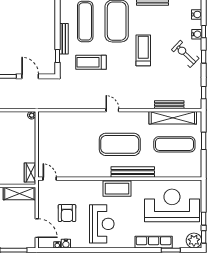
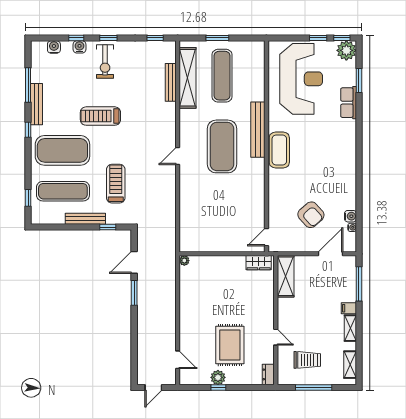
exercise bike: (185, 54) -> (105, 62), turned -44
treadmill: (91, 62) -> (116, 184), turned 180
reception desk: (172, 205) -> (301, 79), turned 180
armchair: (67, 213) -> (311, 215), turned 48
reception desk: (102, 224) -> (325, 170), removed
row of seats: (154, 242) -> (349, 103), width x0.68

